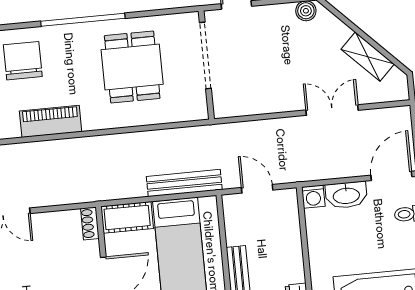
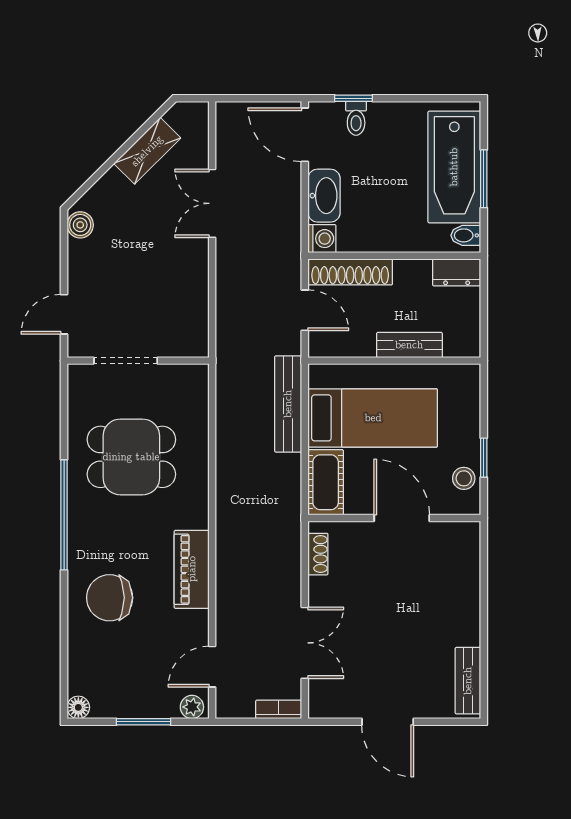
doorway: (205, 56) -> (126, 361), width x0.73
door: (257, 189) -> (305, 310), swing flipped
shoe rack: (290, 221) -> (350, 272), added
shoe rack: (90, 223) -> (318, 554), moved, turned -90

